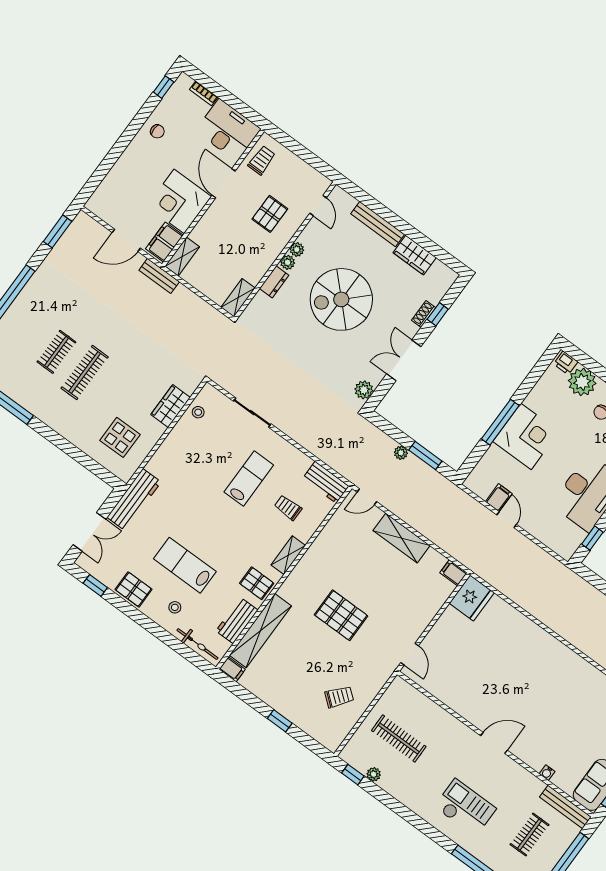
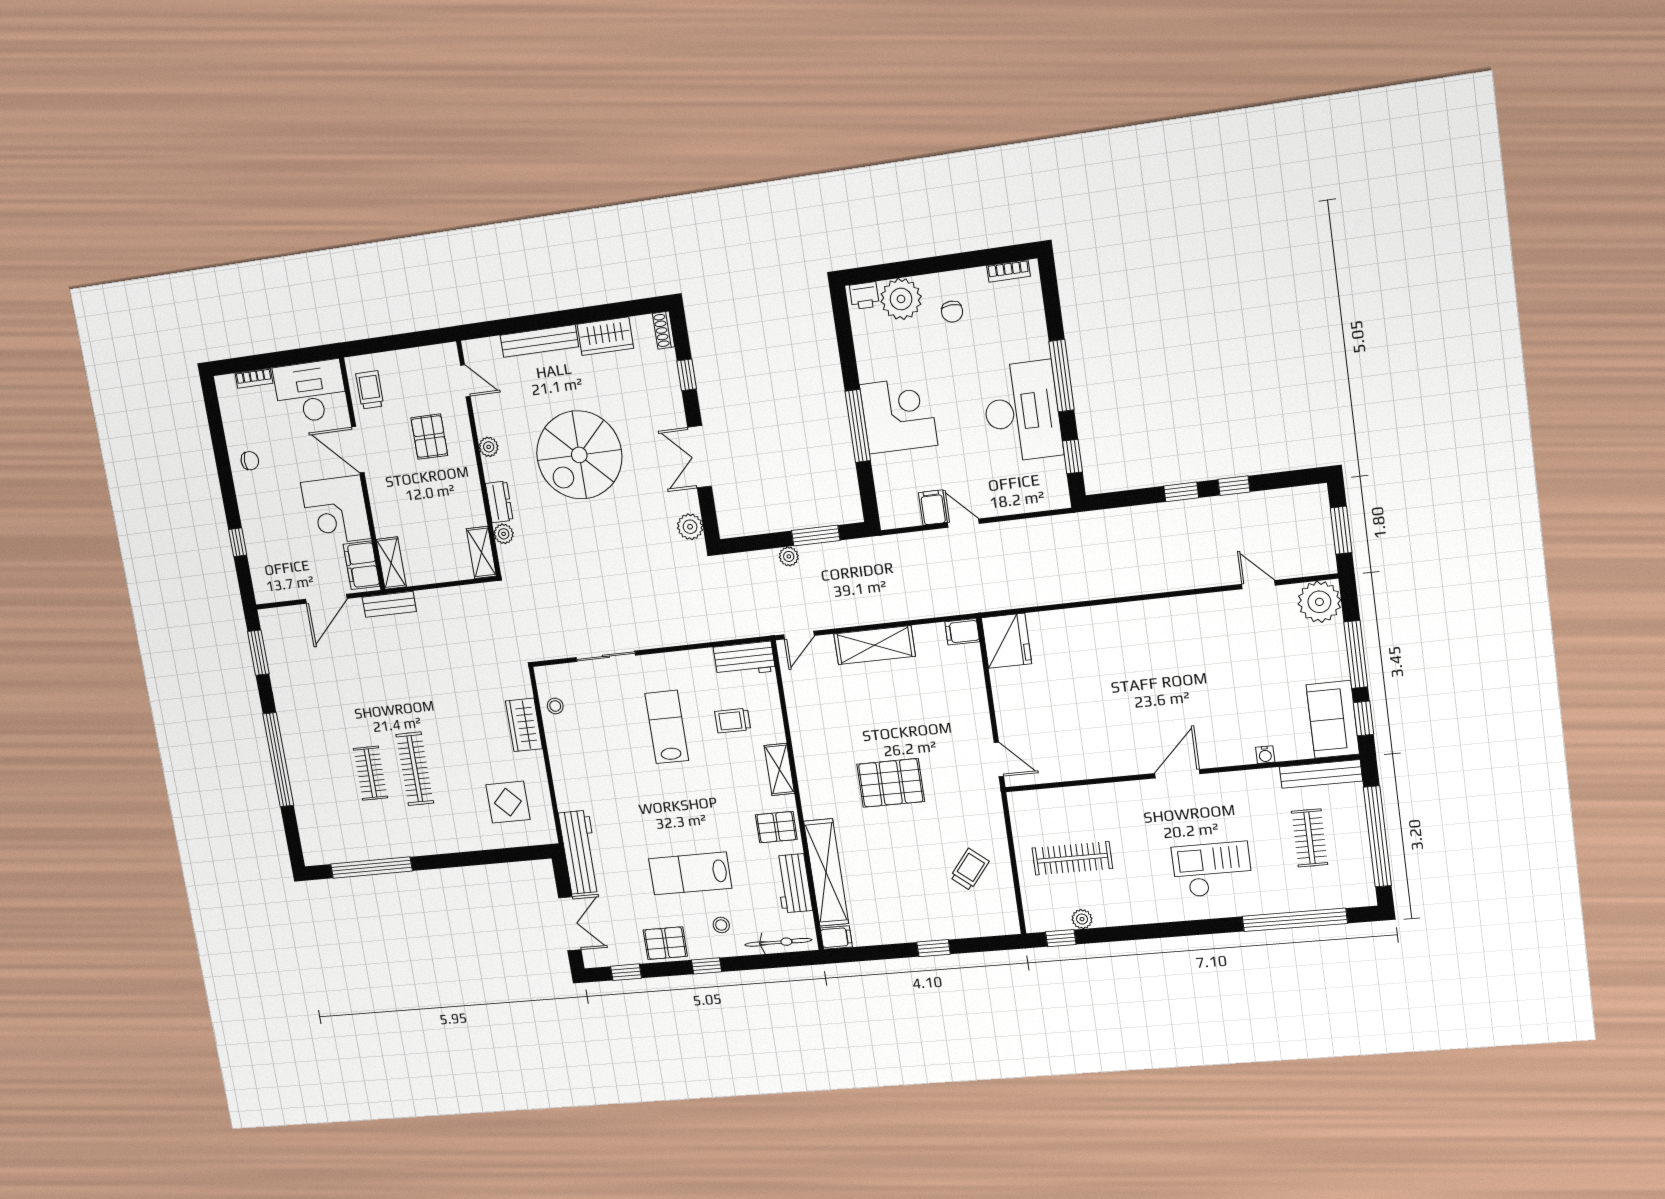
window: (164, 87) -> (238, 542), moved
plant: (288, 262) -> (504, 534), moved
shoe rack: (424, 314) -> (663, 330), moved
window: (145, 622) -> (707, 966), added

